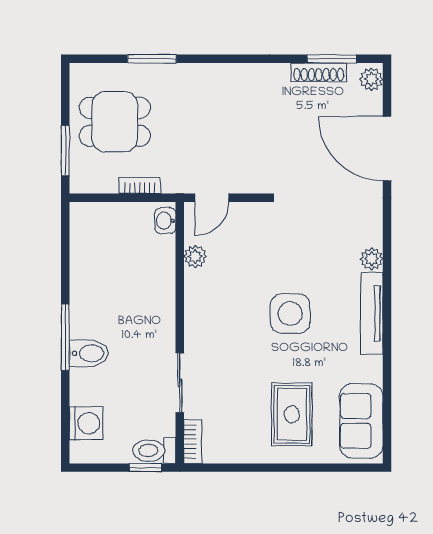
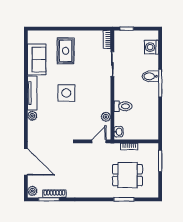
dining table: (115, 122) -> (128, 175), moved
sofa: (361, 421) -> (37, 59), moved
toilet: (154, 451) -> (123, 106), moved

